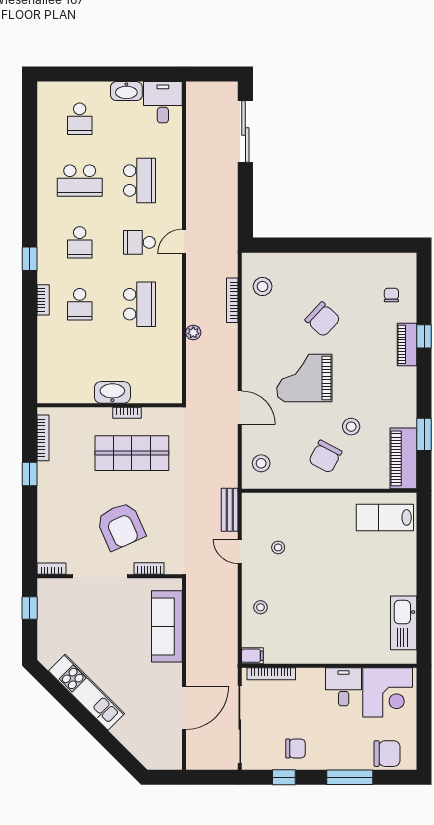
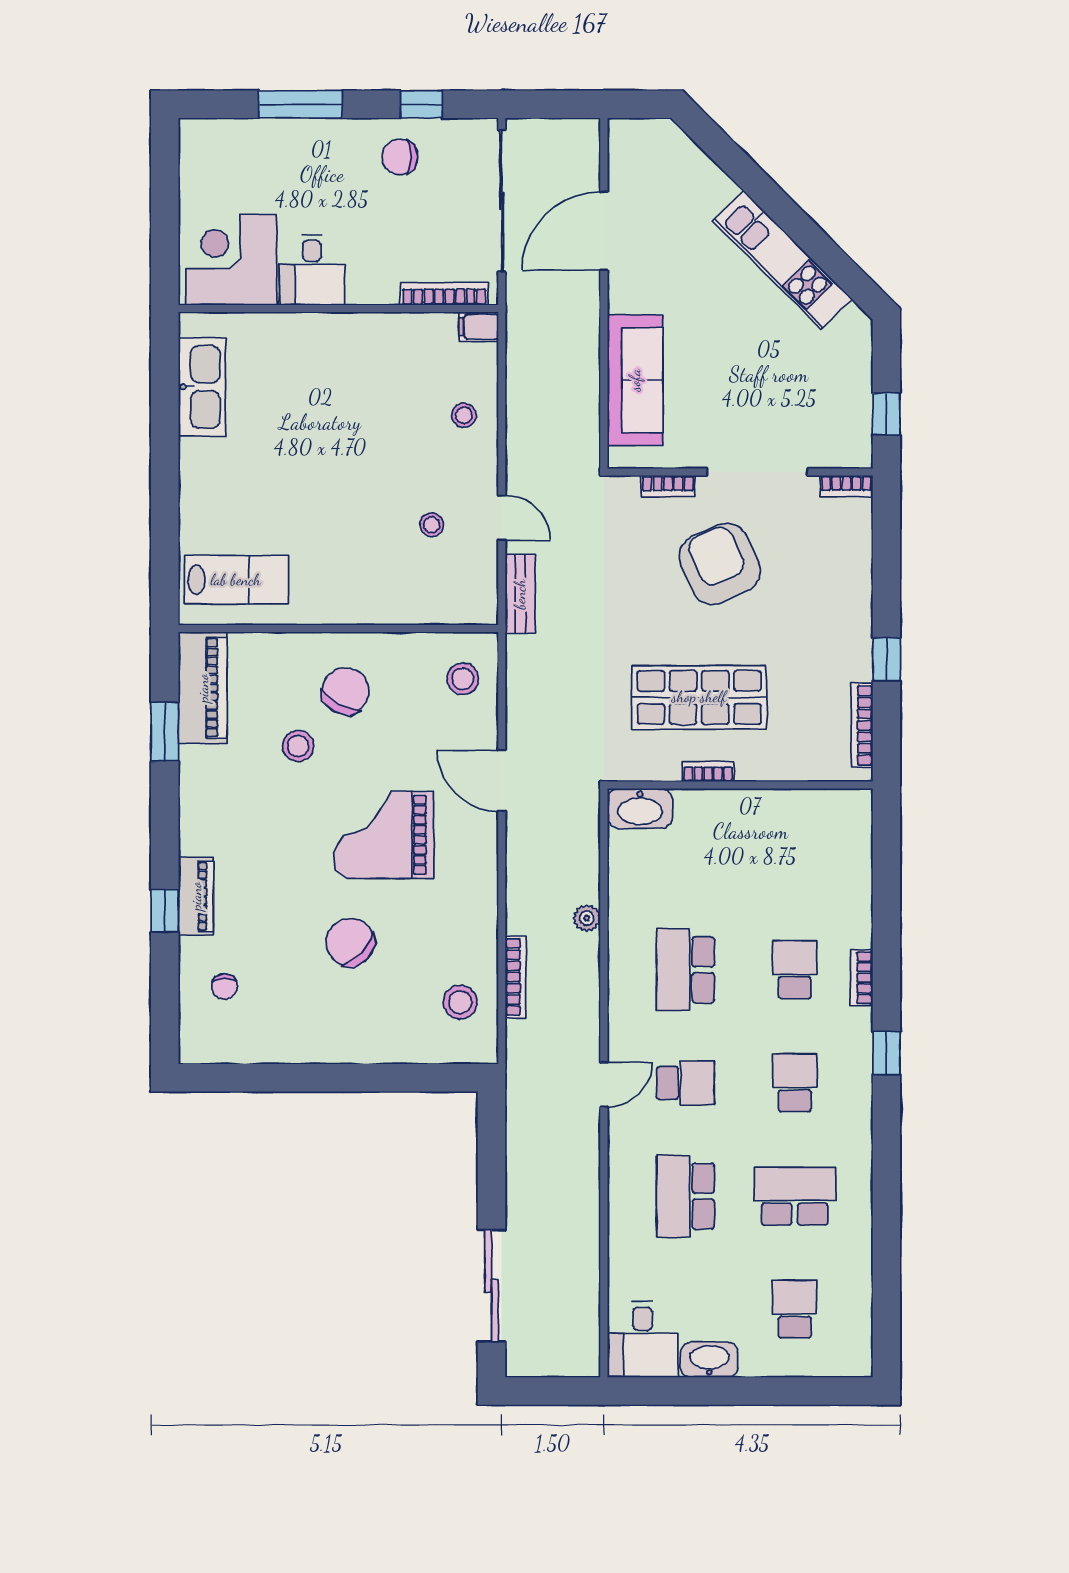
grand piano: (304, 378) -> (384, 835), turned 180
washbasin: (112, 392) -> (640, 808), moved
chair: (387, 754) -> (233, 148), removed

